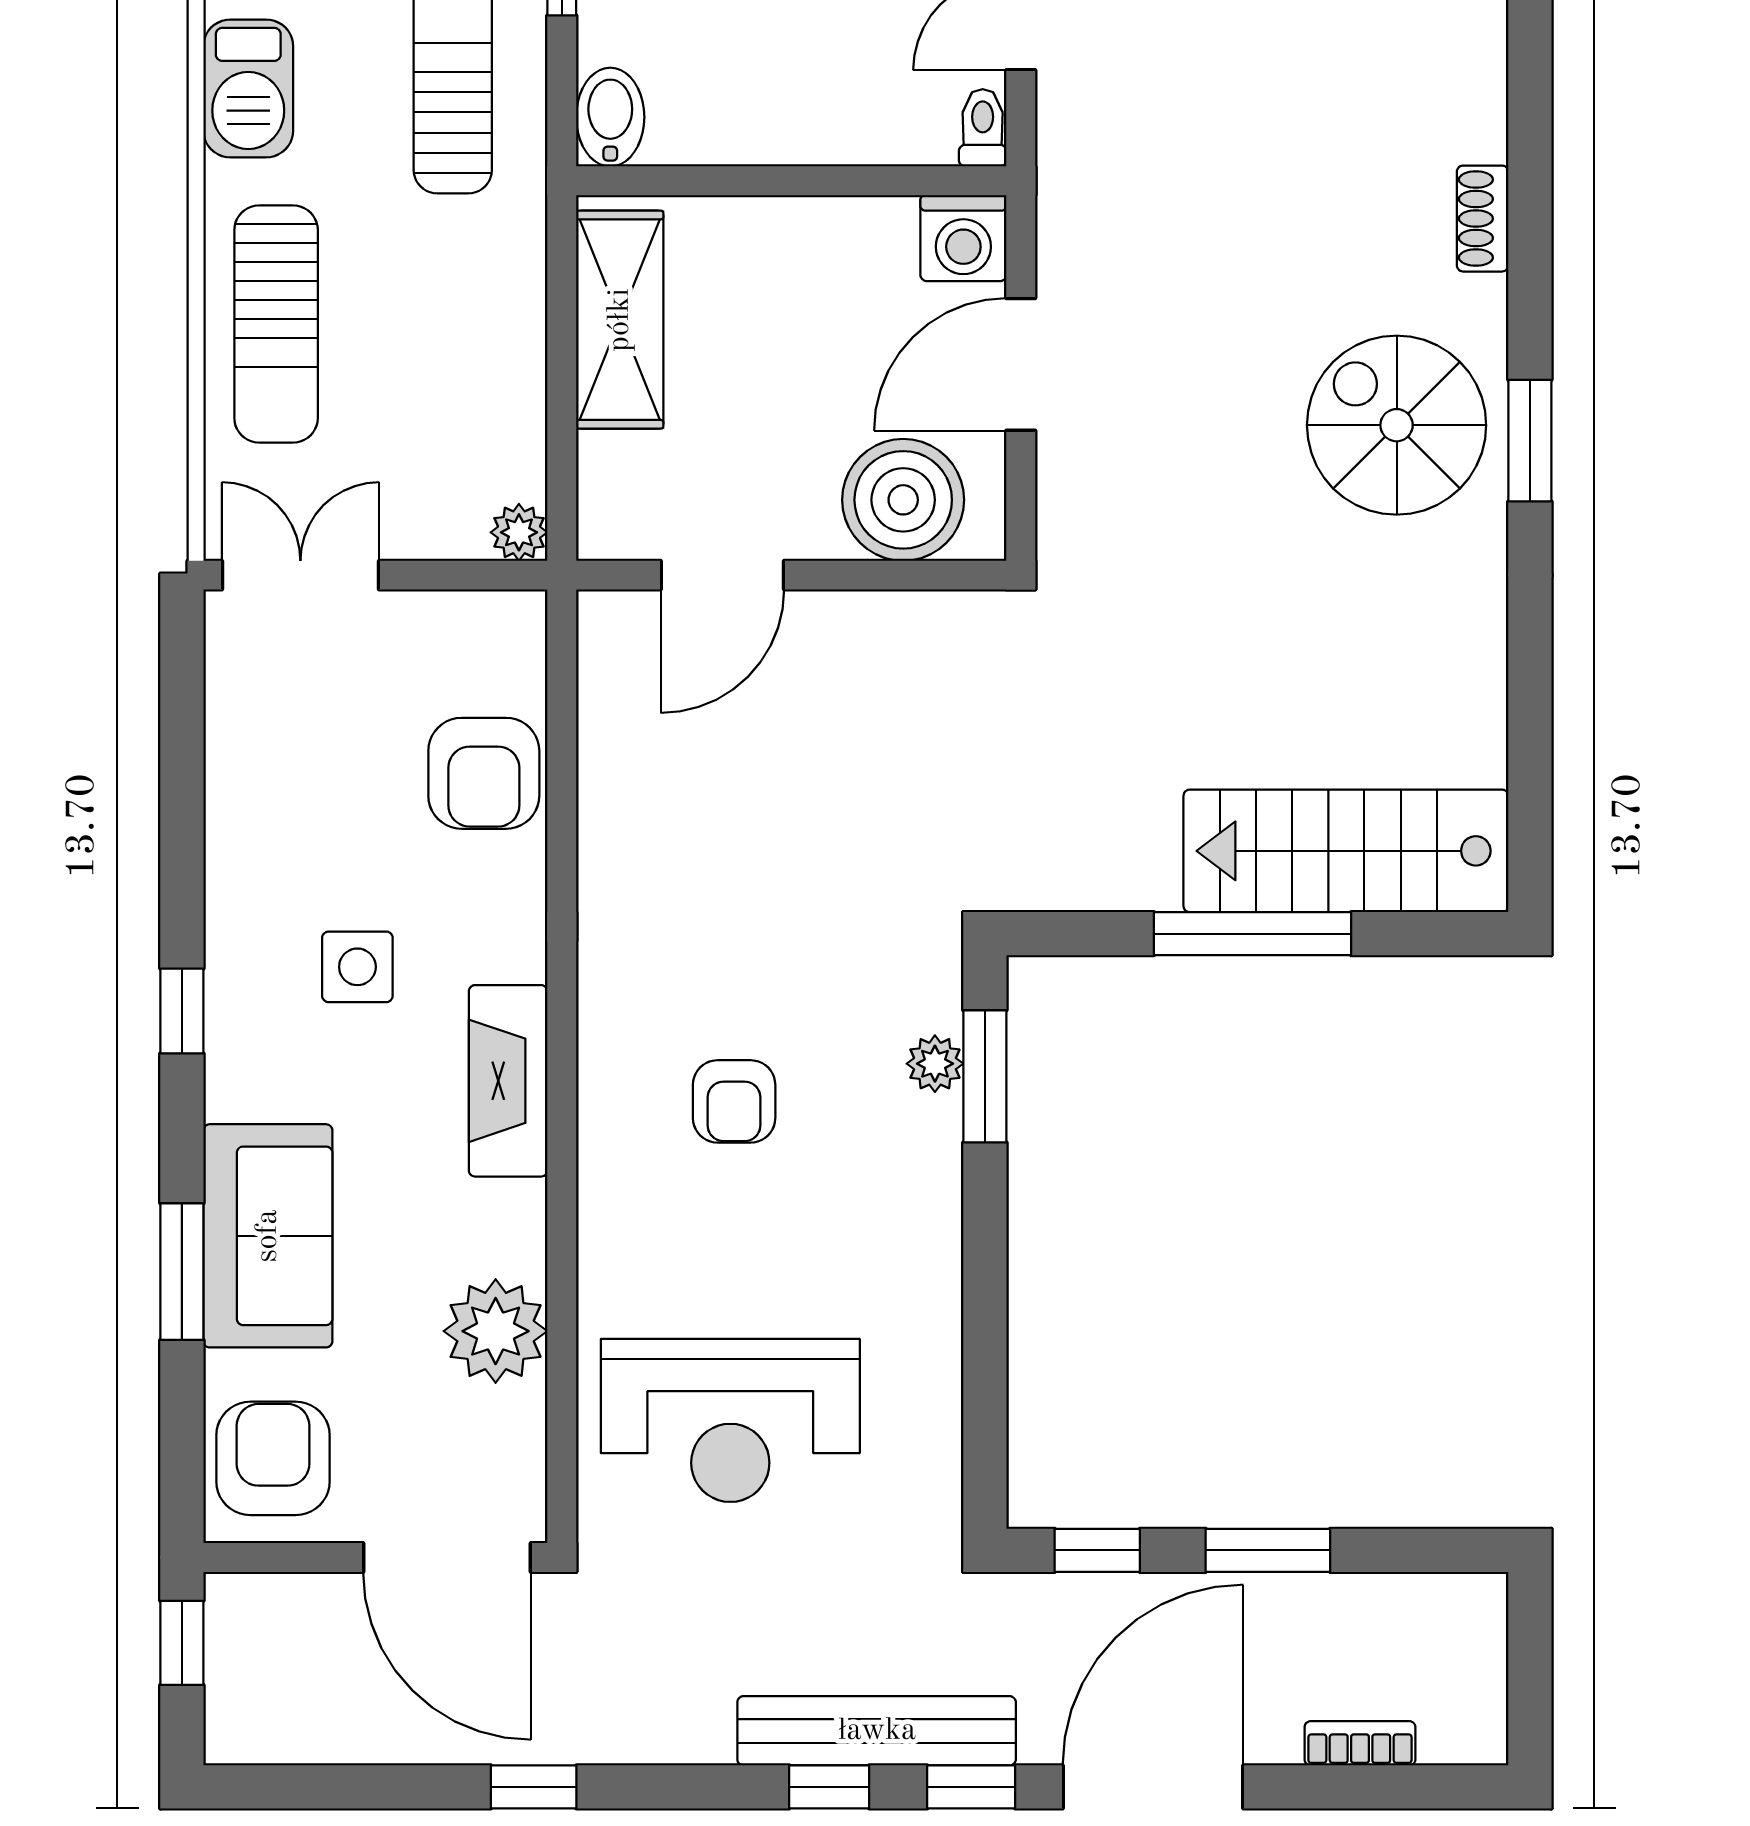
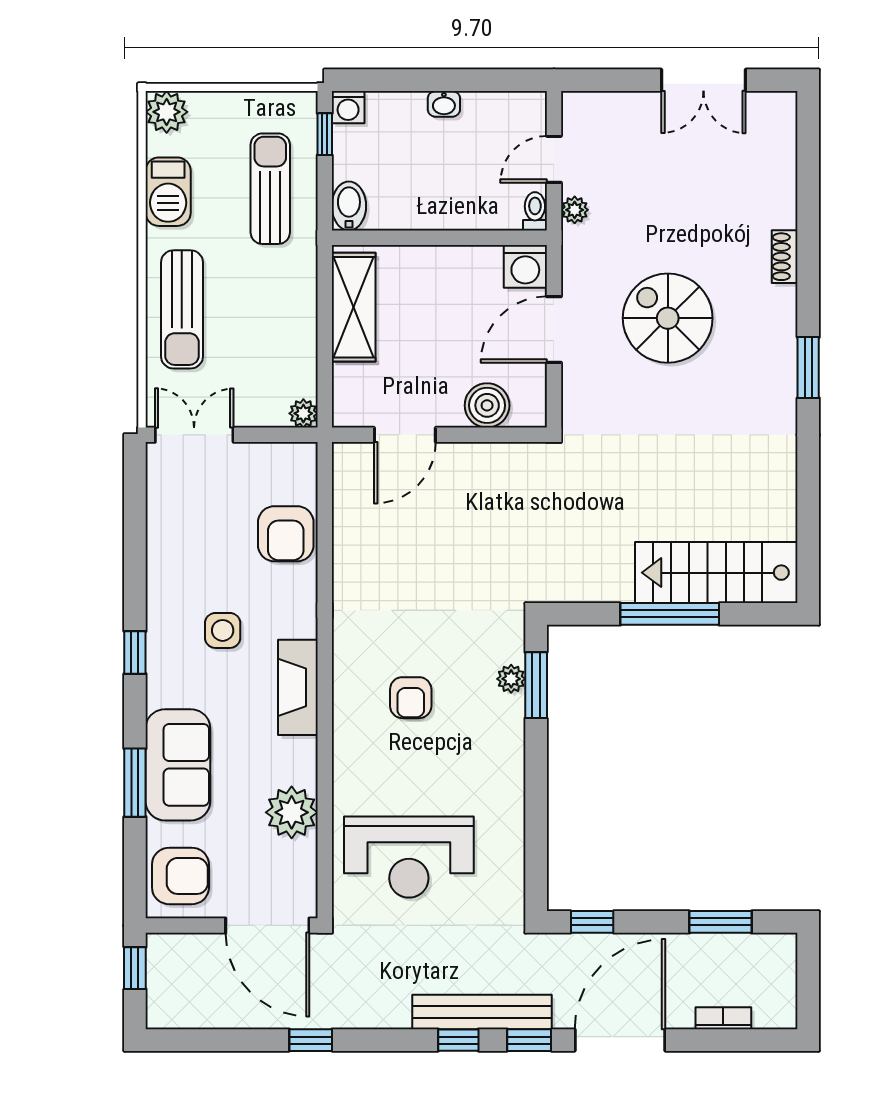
plant: (1062, 125) -> (575, 210), added
spiral stairs: (1397, 425) -> (668, 318), moved
boiler: (903, 500) -> (487, 405), width x0.73, depth x0.73
armchair: (273, 1458) -> (180, 876), turned 90
window: (1268, 1550) -> (721, 922), moved

